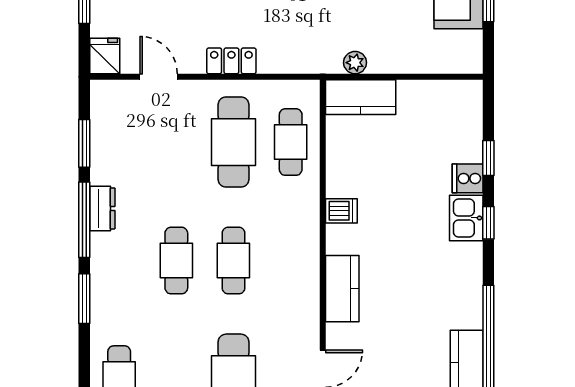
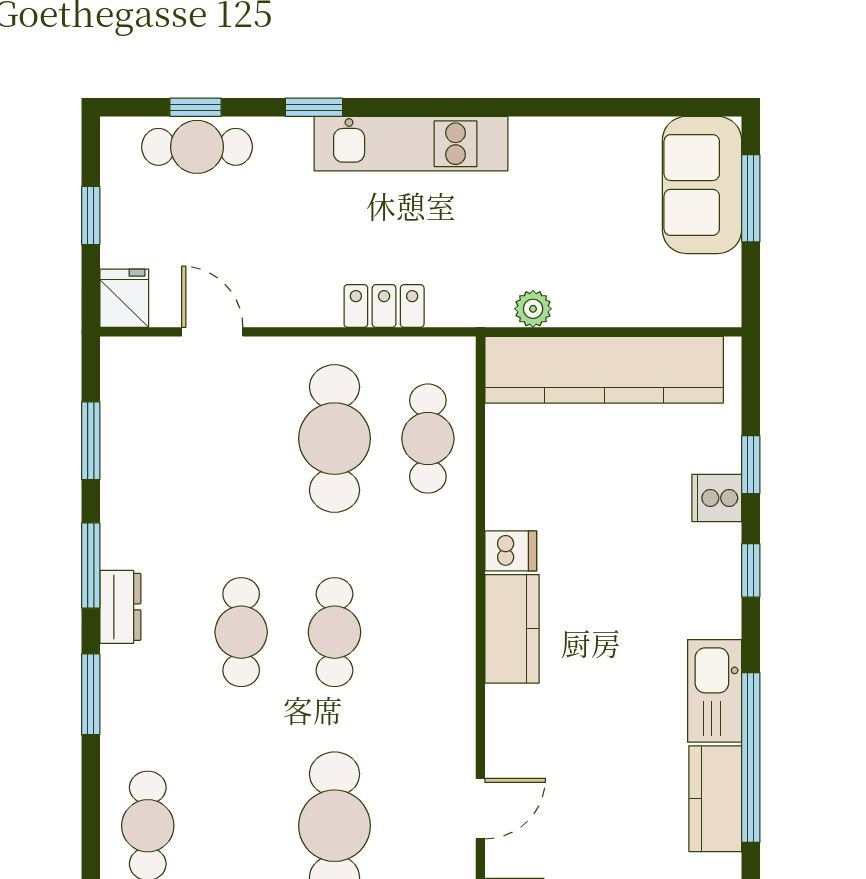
locker: (231, 61) -> (384, 306), moved
kitchen counter: (361, 97) -> (604, 370), width x2.08, depth x1.17
dresser: (102, 208) -> (120, 607), moved
kitchen sink: (466, 218) -> (715, 691), moved, width x1.38
window: (84, 220) -> (91, 565), width x0.69
kitchen counter: (342, 289) -> (512, 629), moved

